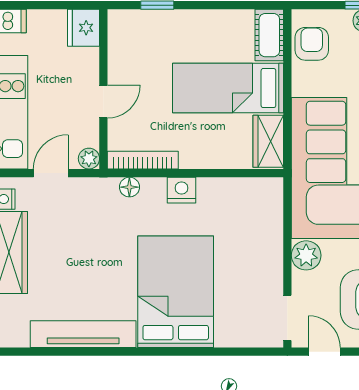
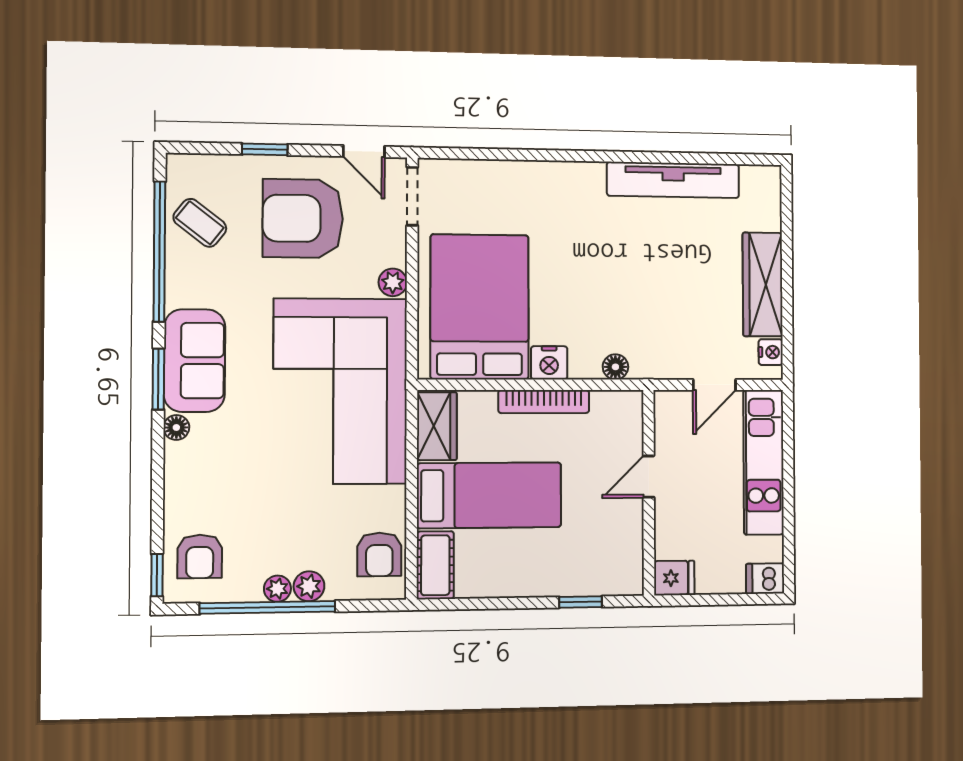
fridge: (84, 28) -> (674, 578), width x0.72
plant: (89, 159) -> (667, 403), removed
bookcase: (143, 160) -> (544, 402), moved
plant: (306, 255) -> (393, 282), width x0.73, depth x0.73
bed: (176, 292) -> (480, 307), moved, turned 180

